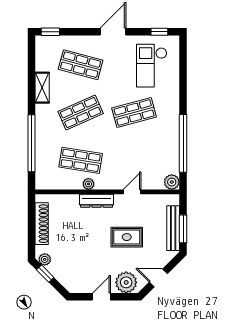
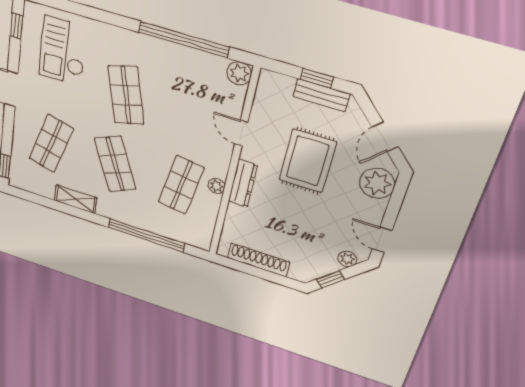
checkout: (152, 66) -> (63, 51), turned 90
bench: (173, 228) -> (321, 95), width x0.73
window: (183, 229) -> (317, 78), width x0.67
rug: (127, 237) -> (307, 161), width x1.36, depth x1.43
plant: (45, 259) -> (347, 259), moved
door: (102, 297) -> (382, 240), moved

